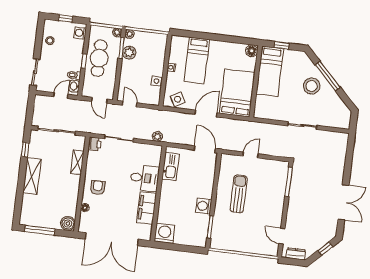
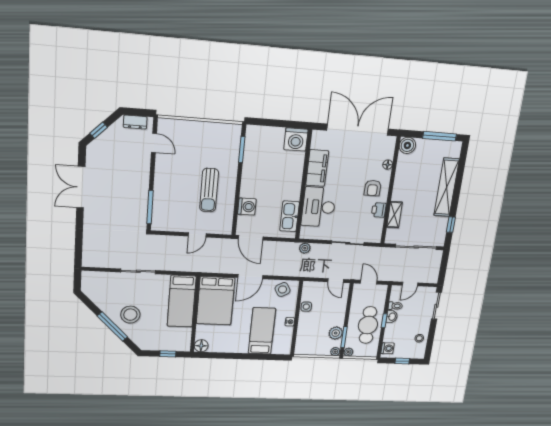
bed: (270, 71) -> (182, 301), moved, turned 180
washbasin: (74, 86) -> (392, 317), moved
printer: (95, 144) -> (379, 210), moved
shelving: (32, 176) -> (447, 187), width x1.47
desk: (145, 178) -> (319, 207), width x1.37
washing machine: (204, 206) -> (247, 207), moved

